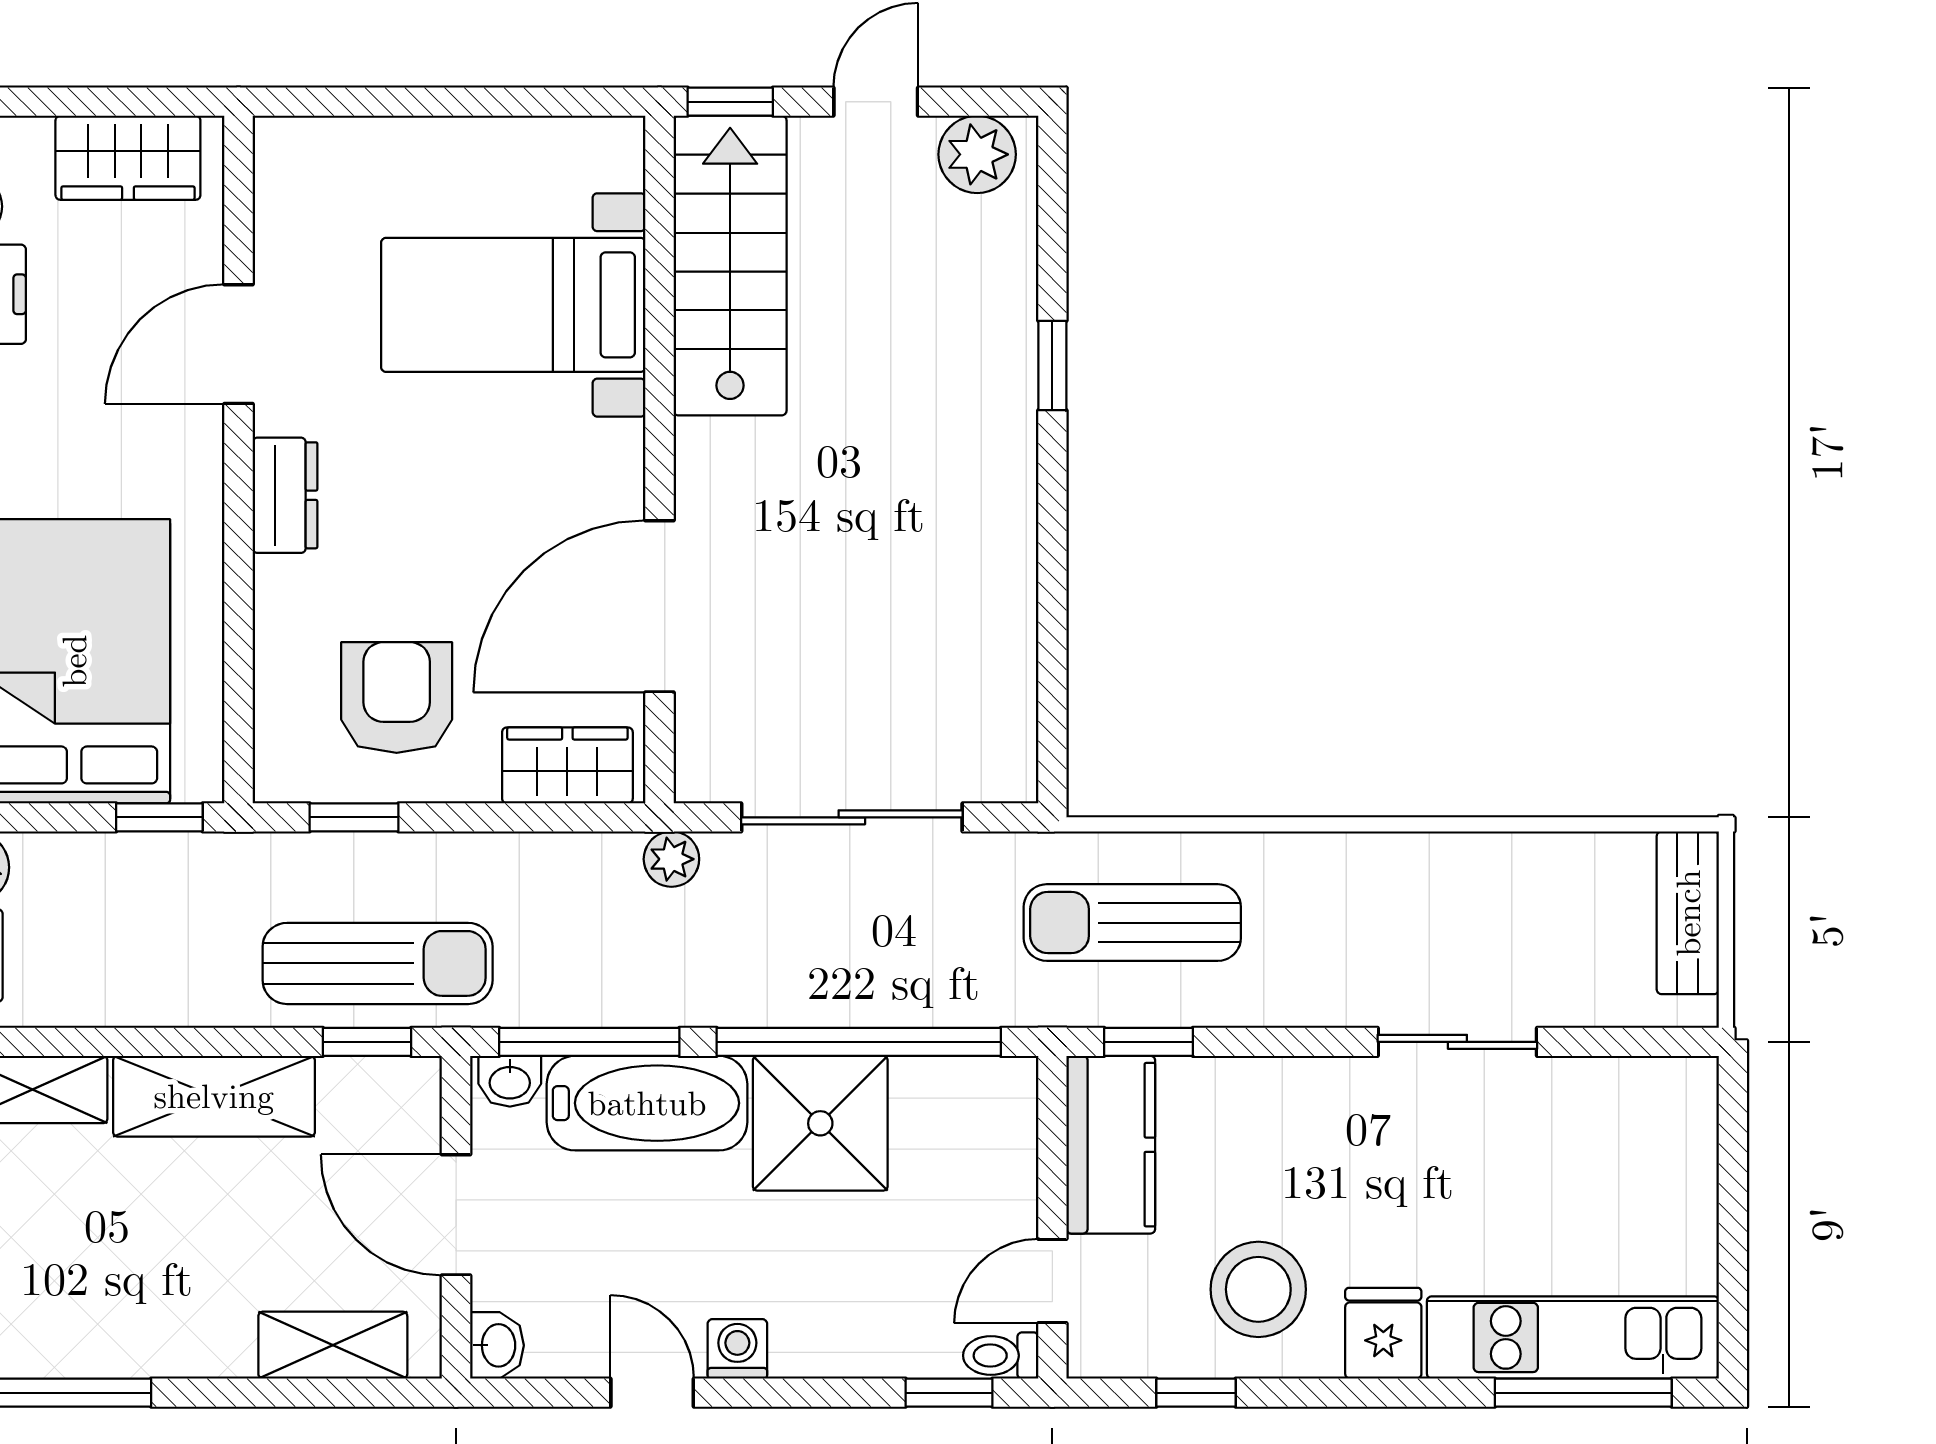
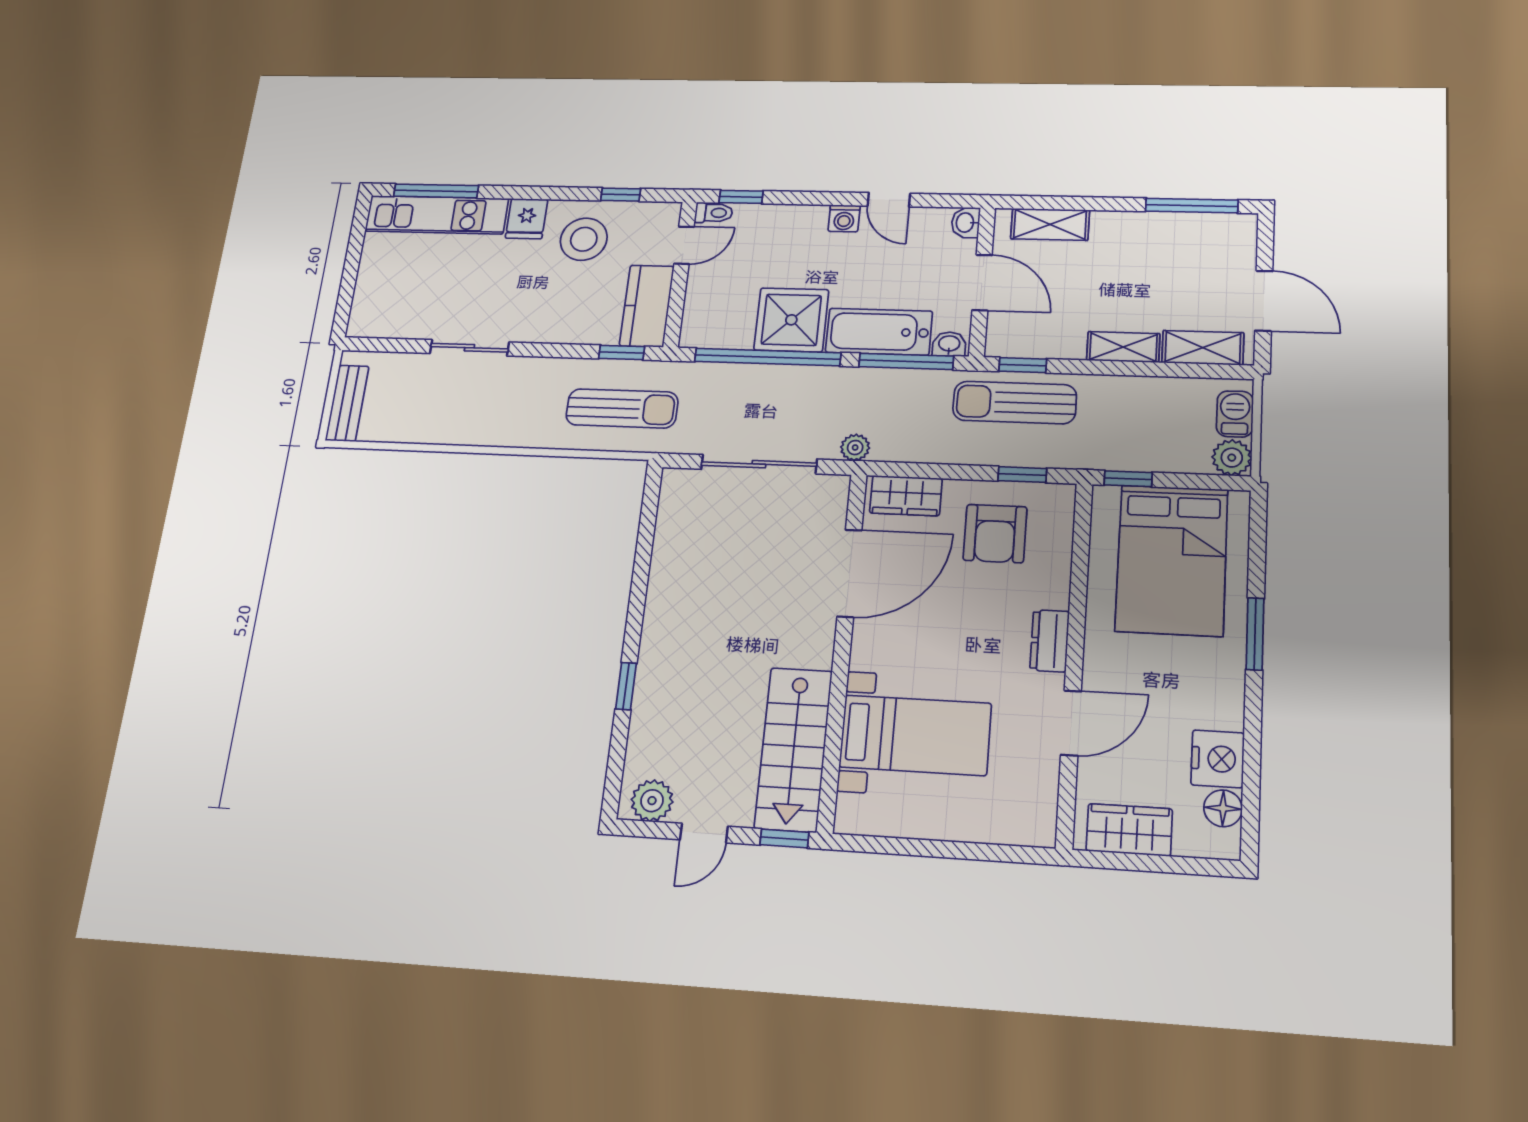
shelving: (214, 1096) -> (1123, 347), width x0.67, depth x0.75

